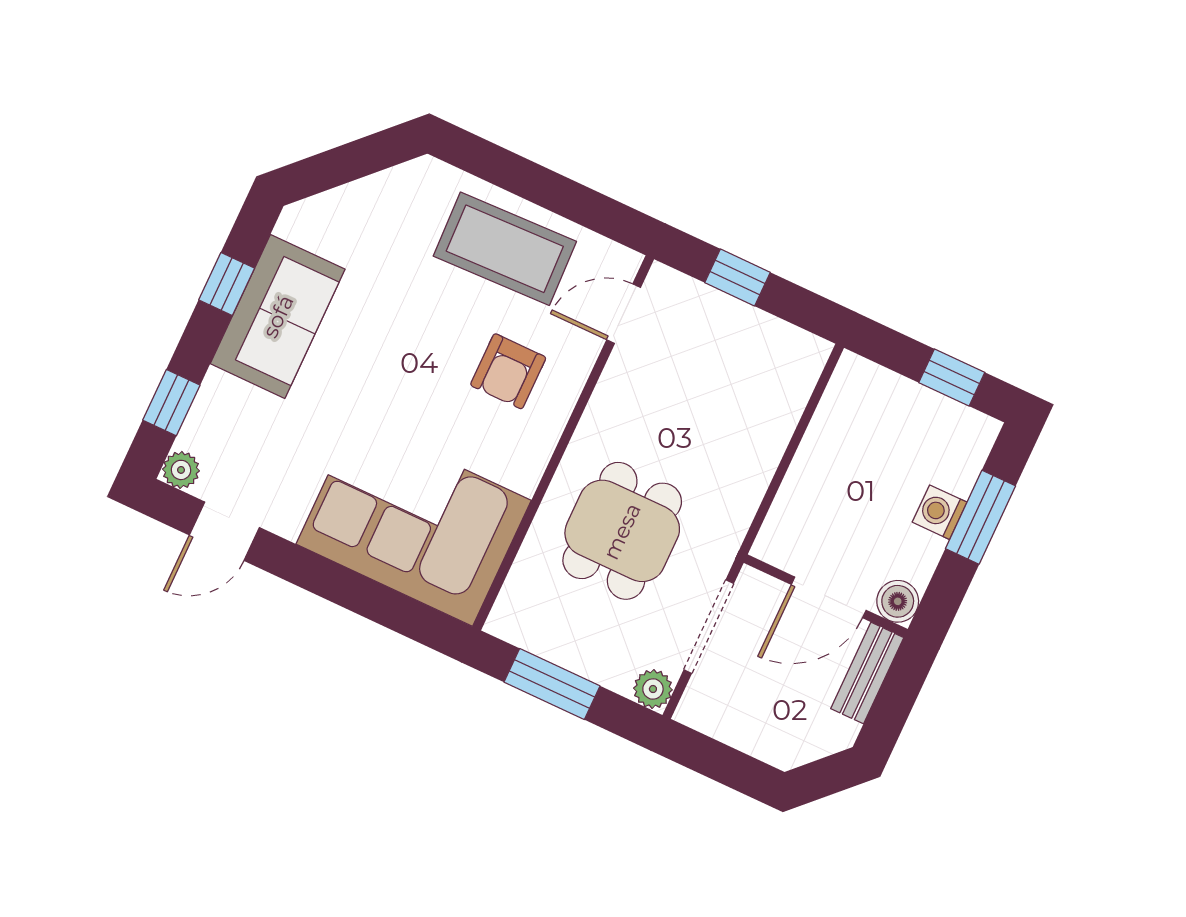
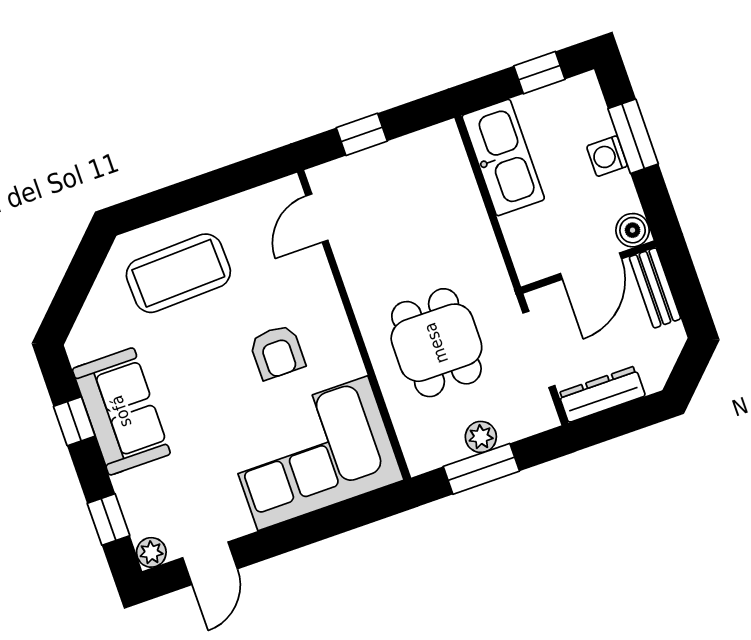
coffee table: (505, 249) -> (178, 273), moved
armchair: (508, 371) -> (277, 352), moved
kitchen sink: (845, 422) -> (503, 158), added
plant: (653, 689) -> (481, 437), moved
dresser: (726, 722) -> (602, 394), added

